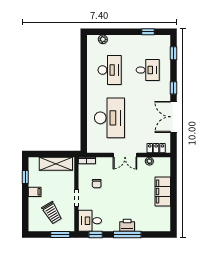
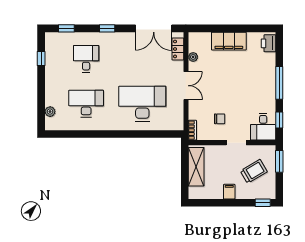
double door: (174, 117) -> (154, 28), moved
window: (25, 177) -> (263, 203), moved
printer: (127, 225) -> (268, 43), moved

